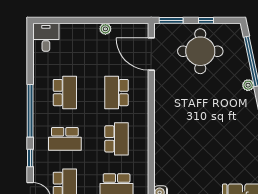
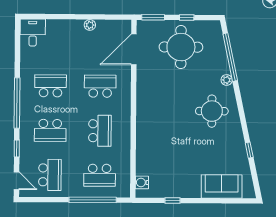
door: (151, 54) -> (134, 49), hinge flipped
school desk: (65, 93) -> (50, 86), turned -90
school desk: (117, 93) -> (100, 86), turned 90
round table: (233, 118) -> (212, 111), added

